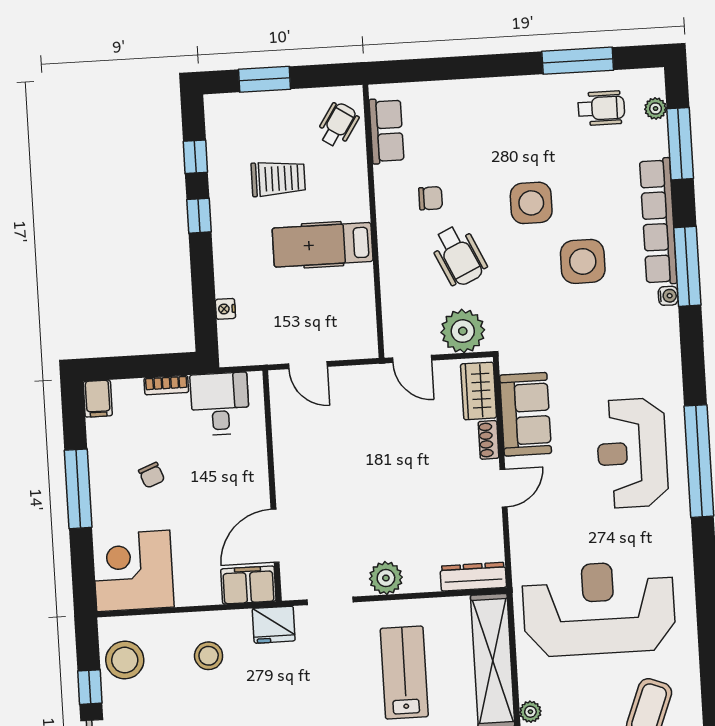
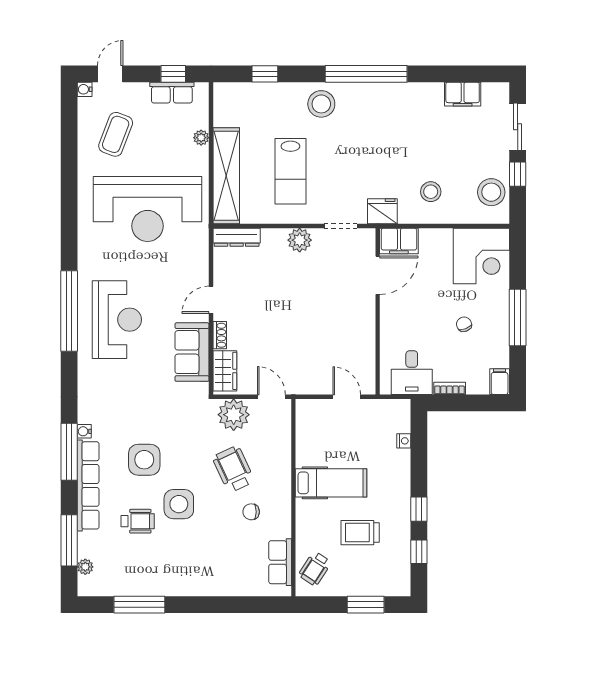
wheelchair: (601, 108) -> (138, 521), moved, turned 180

